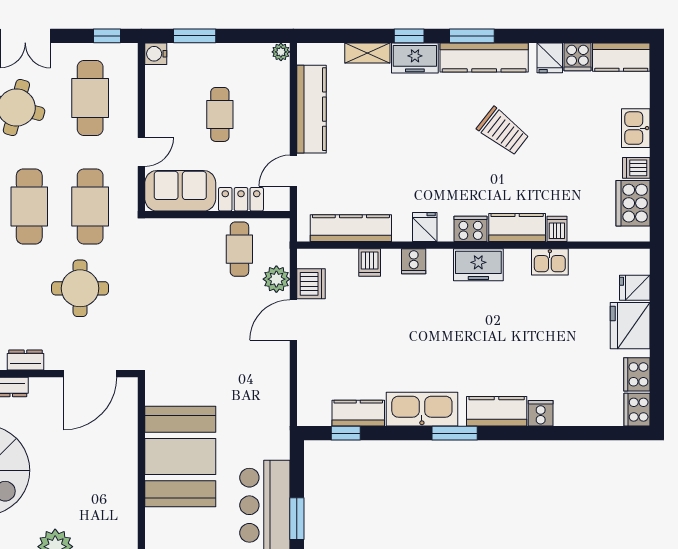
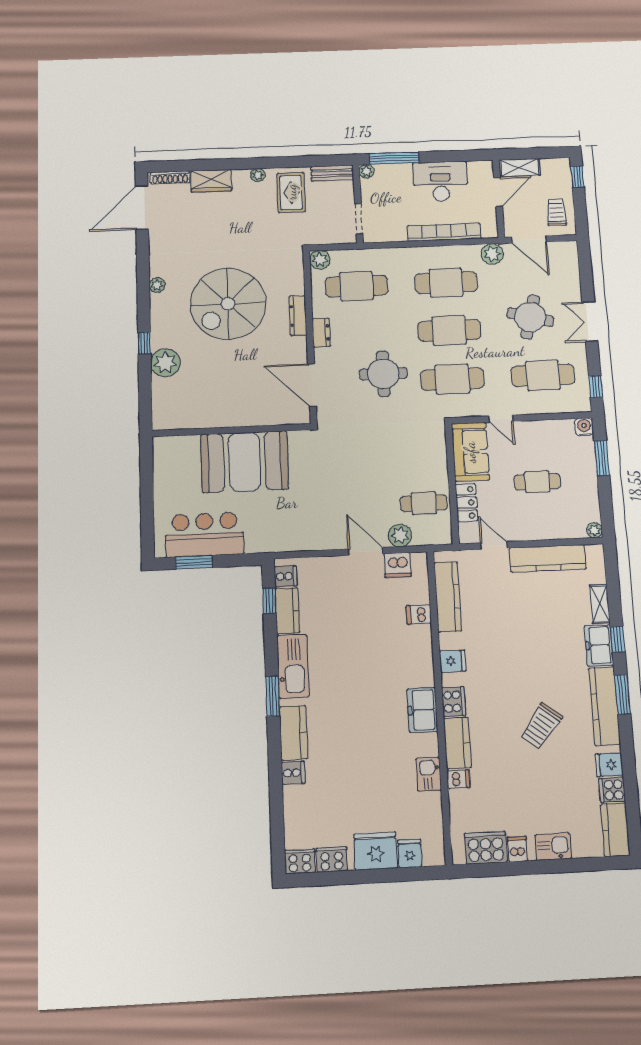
cooker: (414, 261) -> (286, 576), moved, turned 180

